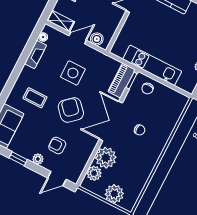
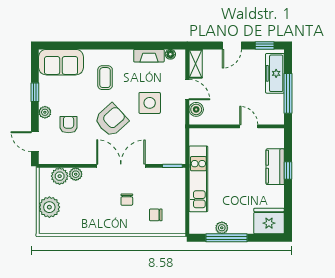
piano: (122, 81) -> (167, 156), removed
chair: (148, 89) -> (156, 215), moved
plant: (106, 158) -> (76, 174), width x0.53, depth x0.53

